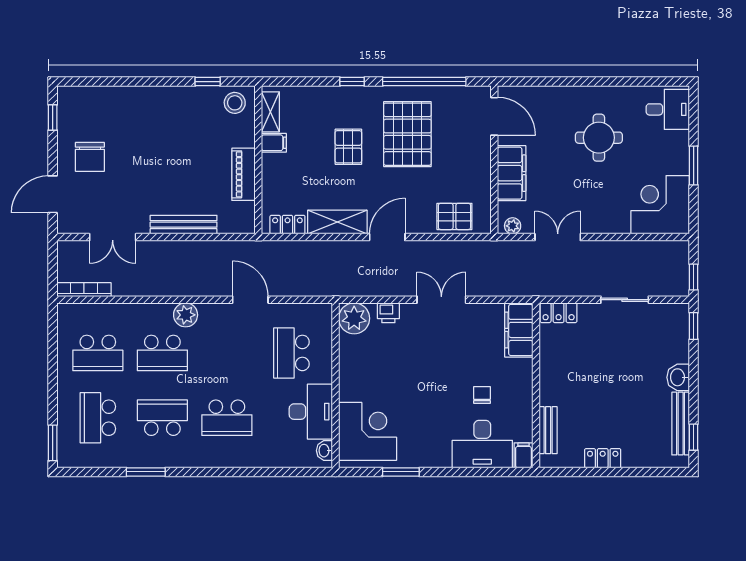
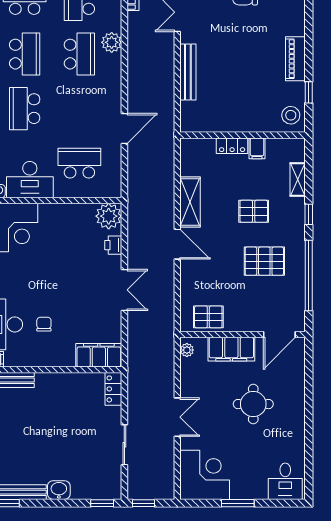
shelving: (270, 112) -> (298, 179), moved, turned 90
pallet: (407, 134) -> (264, 261), width x0.73, depth x0.71
round table: (599, 138) -> (253, 404), moved
piano: (243, 174) -> (295, 59), moved, turned -90
pallet: (454, 216) -> (208, 317), moved, turned 90
locker: (287, 225) -> (232, 146), moved, turned 90
double door: (558, 237) -> (177, 417), moved
plant: (186, 315) -> (112, 42), moved
school desk: (162, 353) -> (79, 54), turned 180
chair: (482, 395) -> (44, 324), turned -90

